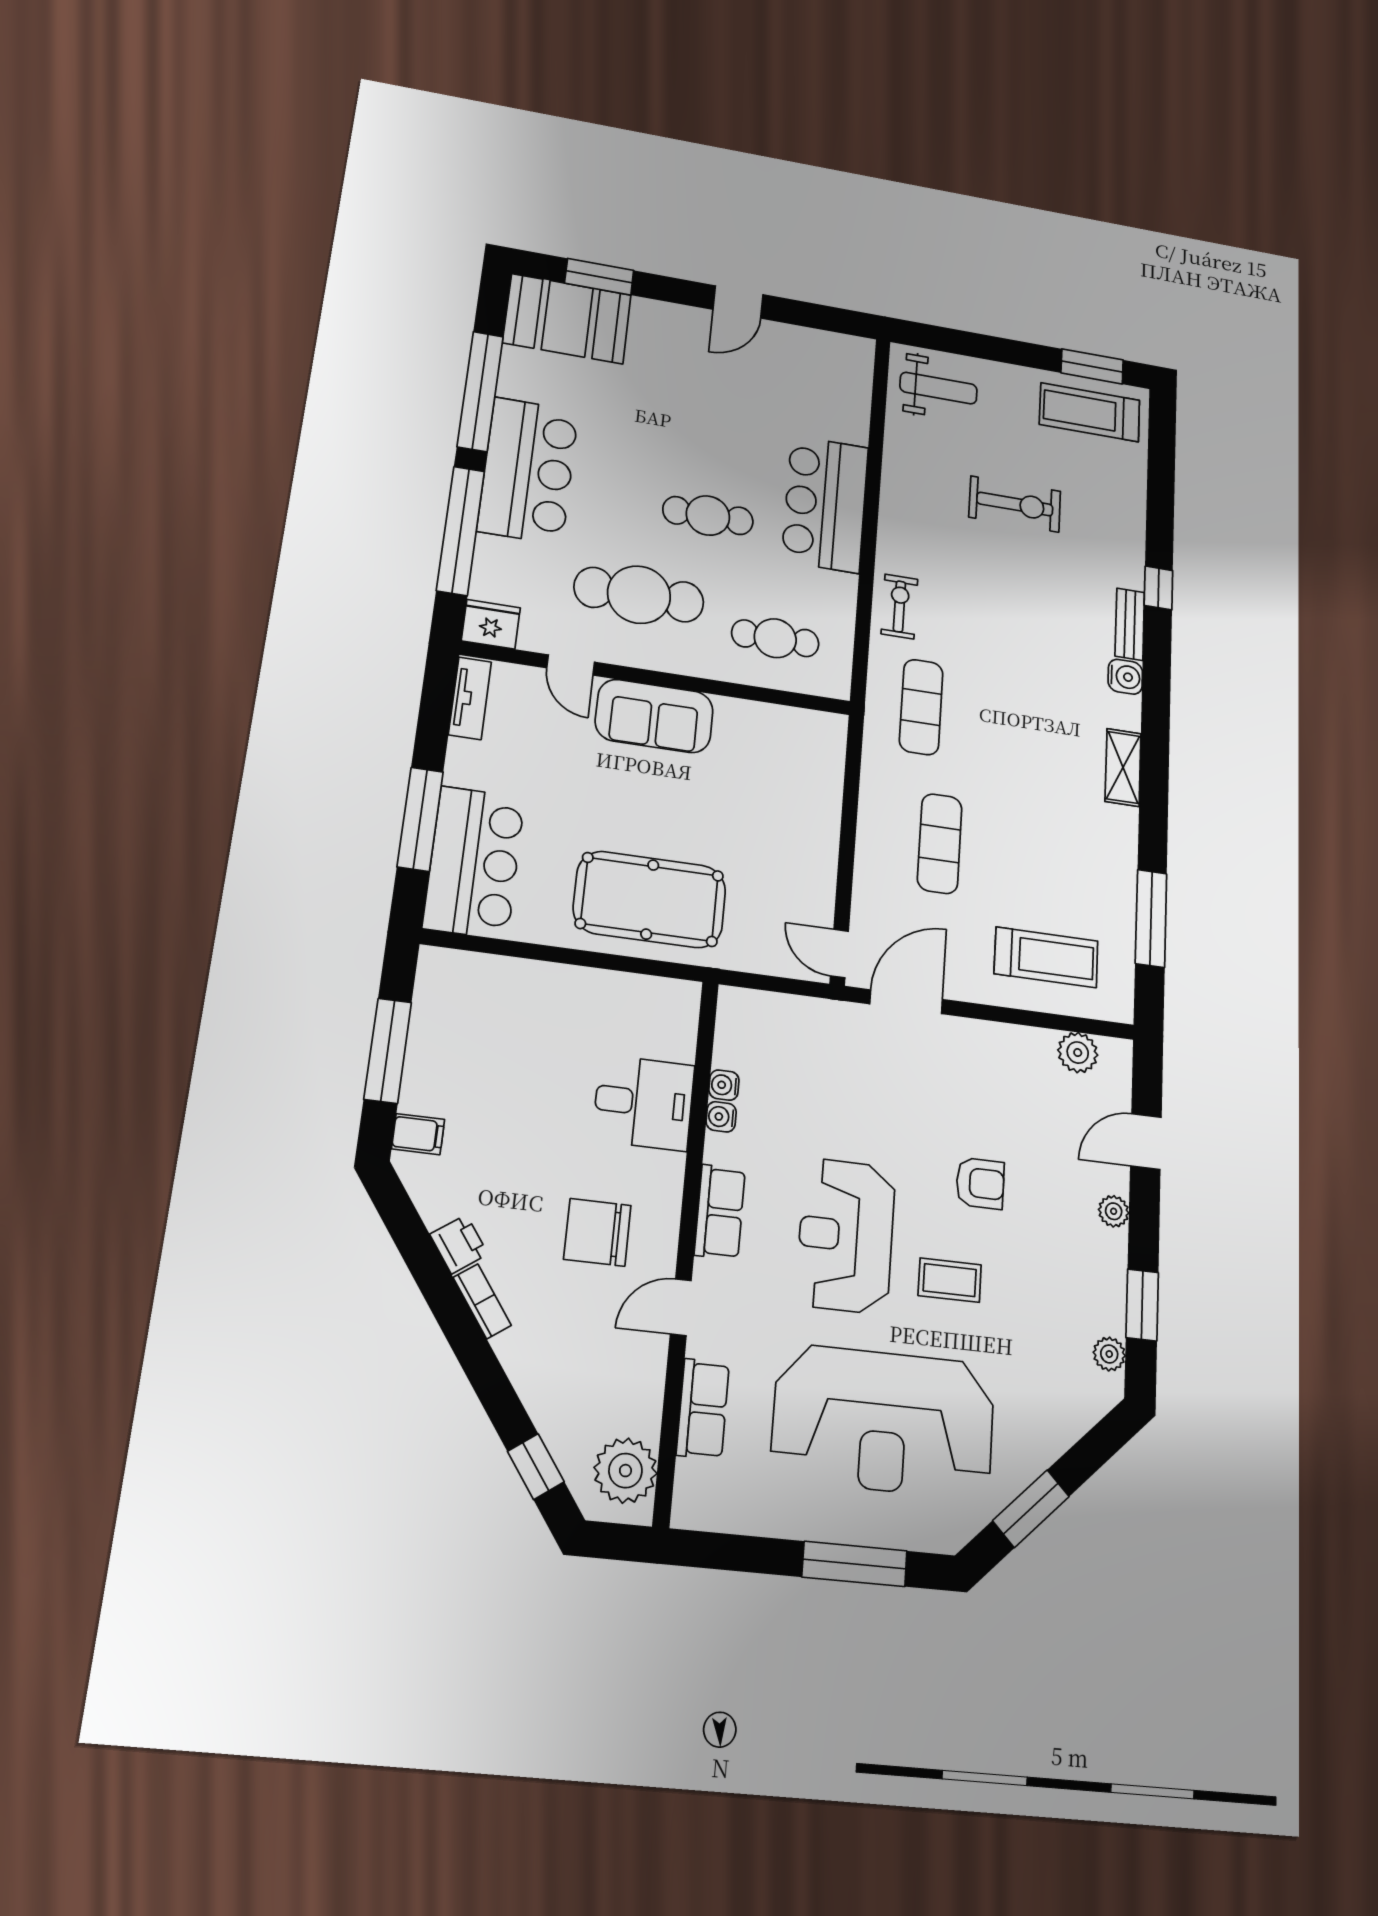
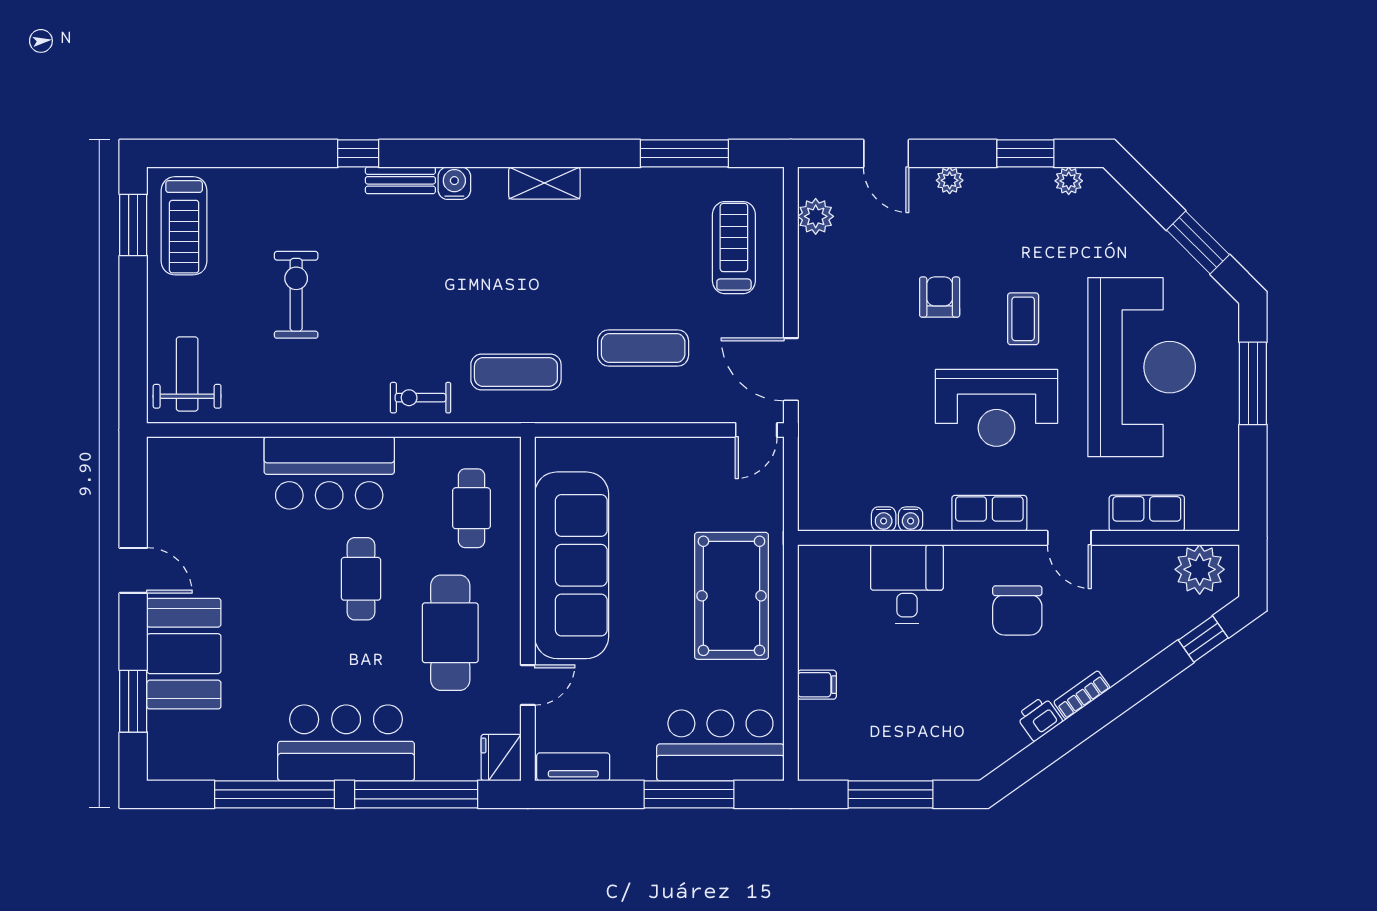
booth: (567, 319) -> (184, 654), moved
sofa: (654, 716) -> (572, 565), width x1.85, depth x1.27
filing cabinet: (418, 1134) -> (817, 685), moved, turned 90

